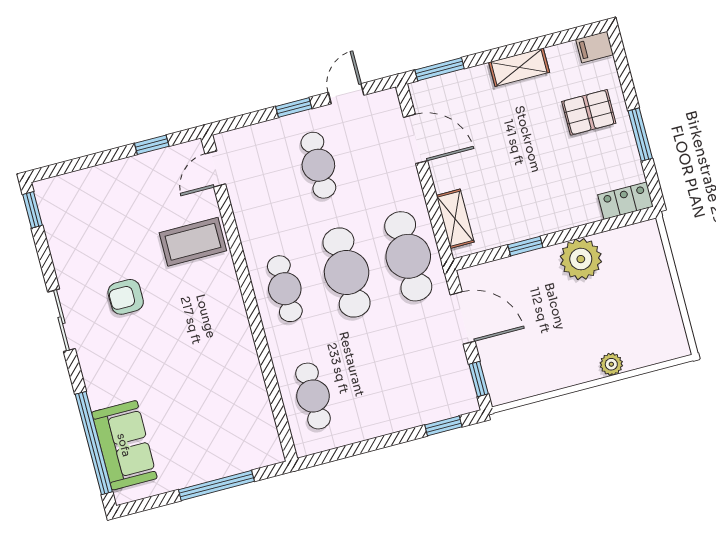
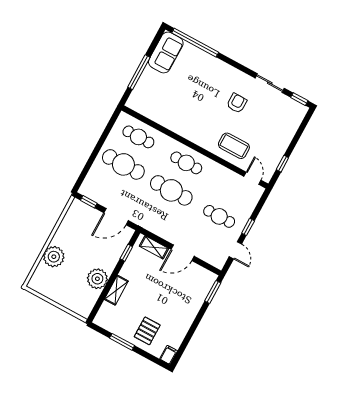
shelving: (519, 67) -> (116, 290), moved
door: (416, 139) -> (183, 253), moved
locker: (625, 201) -> (103, 314), removed
coffee table: (193, 242) -> (234, 146), turned 90
window: (525, 246) -> (126, 253), moved
cafe table: (408, 256) -> (123, 164), moved
sliding door: (61, 320) -> (270, 83), moved
plant: (611, 364) -> (54, 257), width x1.88, depth x1.88
window: (443, 426) -> (84, 173), removed
sofa: (124, 445) -> (166, 52), moved, turned -90

